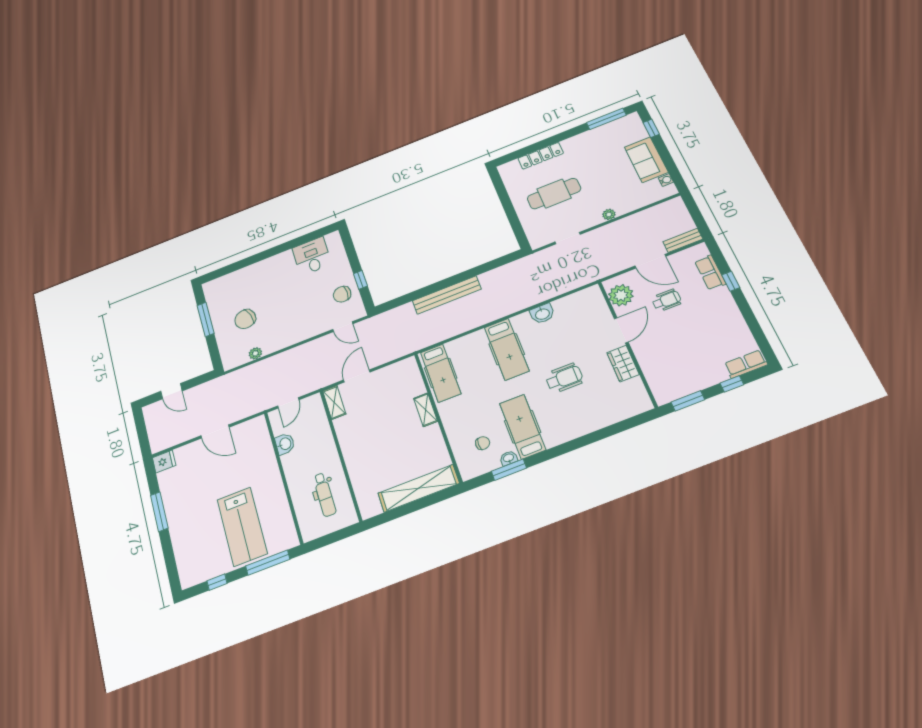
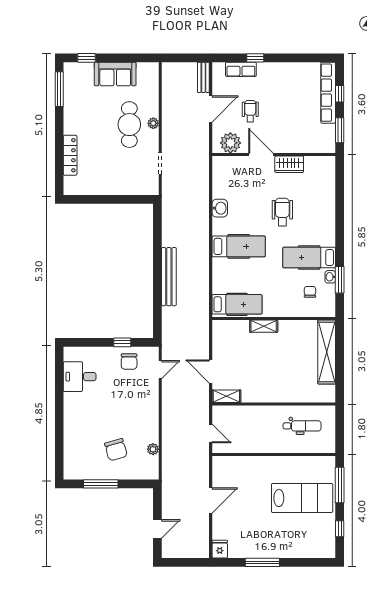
water cooler: (666, 180) -> (142, 67), removed
cafe table: (554, 194) -> (129, 125), moved
row of seats: (746, 364) -> (328, 93), width x2.02
washbasin: (285, 444) -> (246, 446), removed

